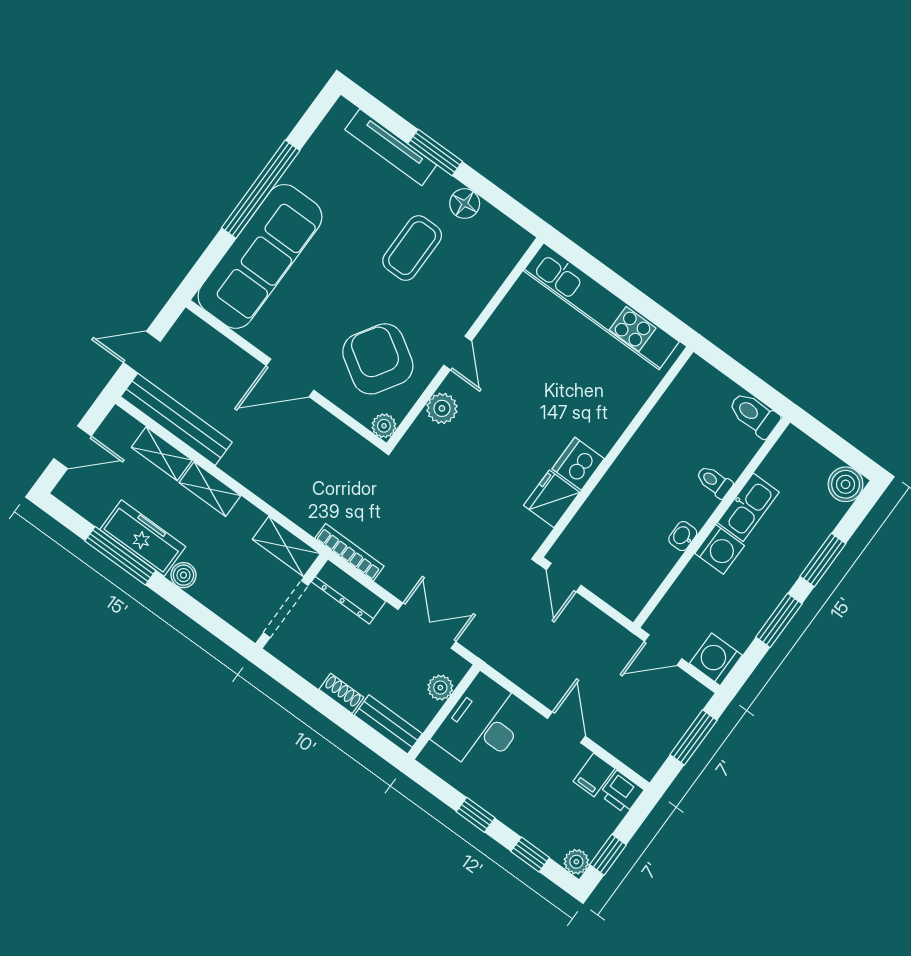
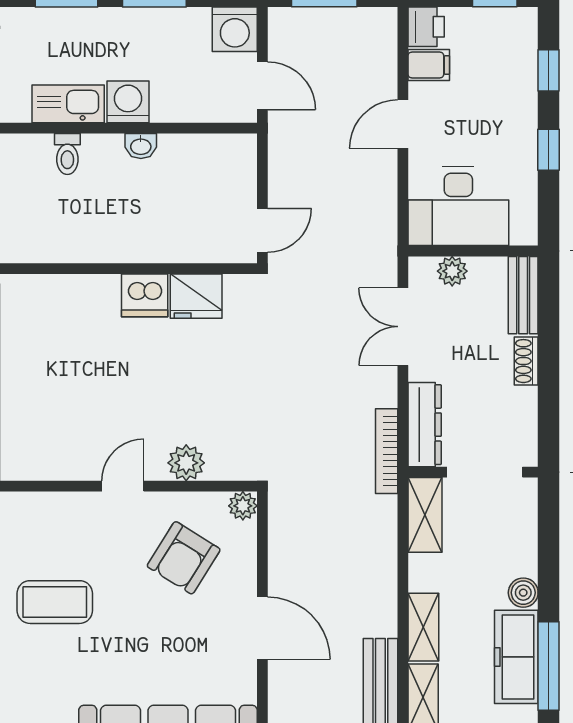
armchair: (378, 359) -> (184, 558), width x0.73, depth x0.73
plant: (576, 862) -> (523, 22), removed

